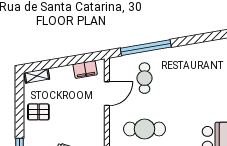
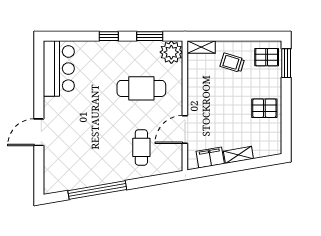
window: (146, 48) -> (97, 190), moved
shelving: (37, 76) -> (238, 155), moved

